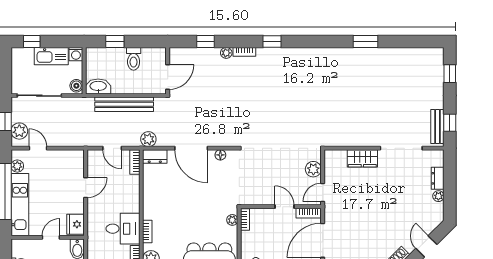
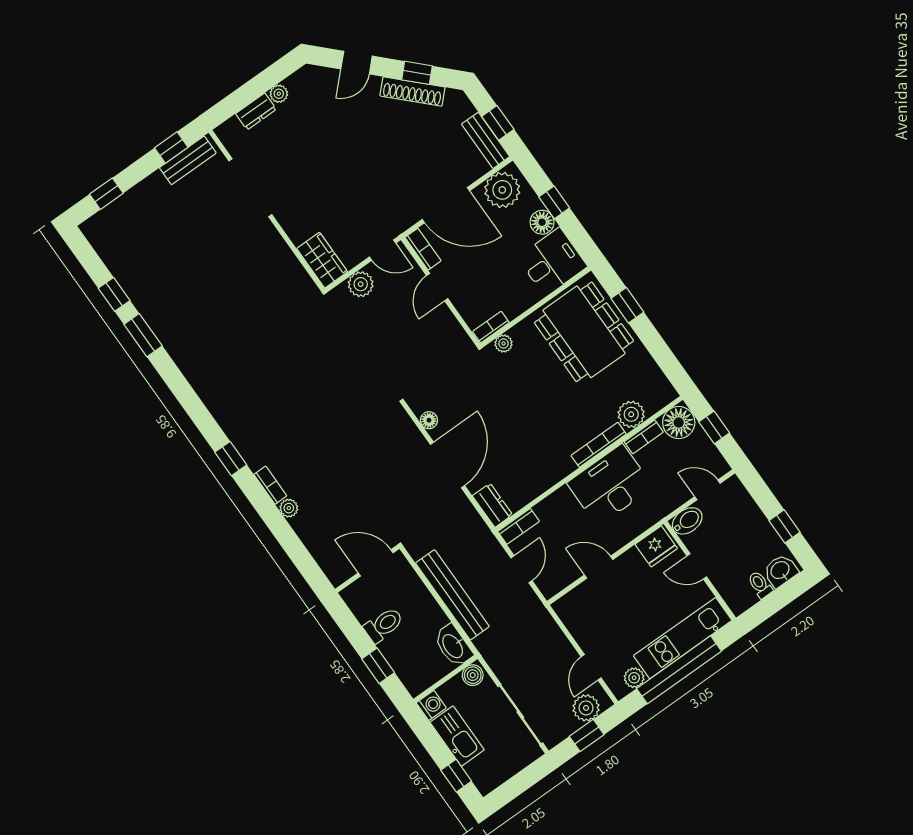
window: (206, 41) -> (114, 294), moved
plant: (148, 139) -> (476, 530), removed
wardrobe: (362, 158) -> (322, 260), moved
desk: (123, 229) -> (610, 485), width x1.37
bookcase: (147, 232) -> (599, 445), width x1.56

